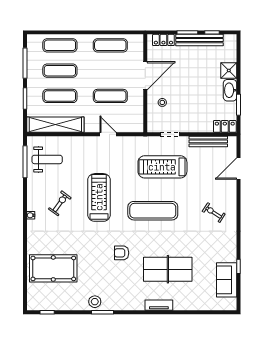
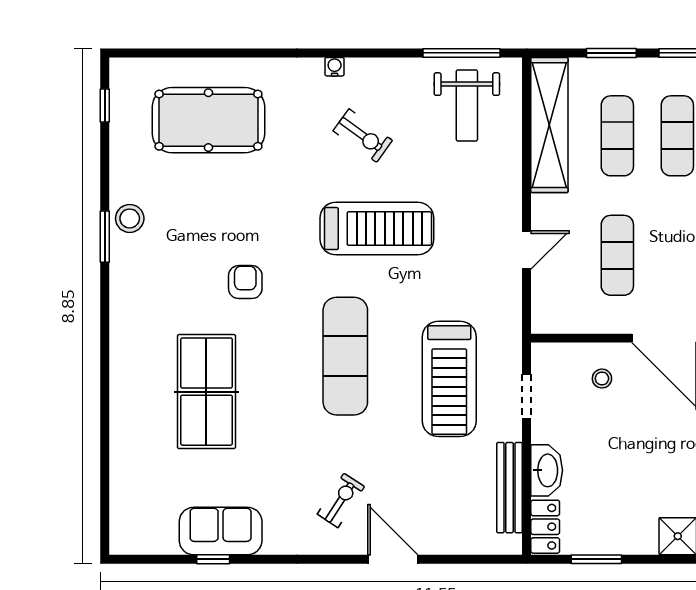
washbasin: (230, 90) -> (547, 470), moved, turned 90
treadmill: (162, 167) -> (449, 379), turned 180
door: (238, 169) -> (393, 559), moved
pool table: (53, 268) -> (208, 120), turned 90
sofa: (227, 280) -> (221, 531), moved
tv unit: (159, 305) -> (122, 370), removed

